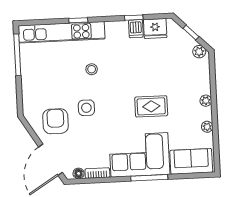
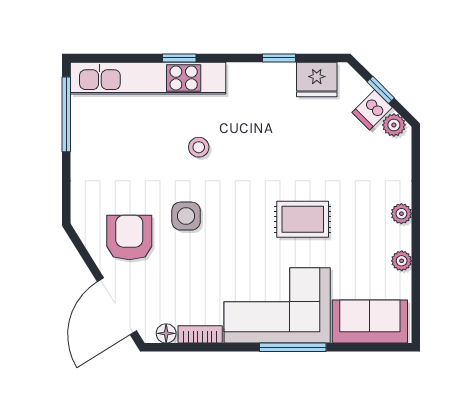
dishwasher: (136, 29) -> (372, 110), moved, turned 45

